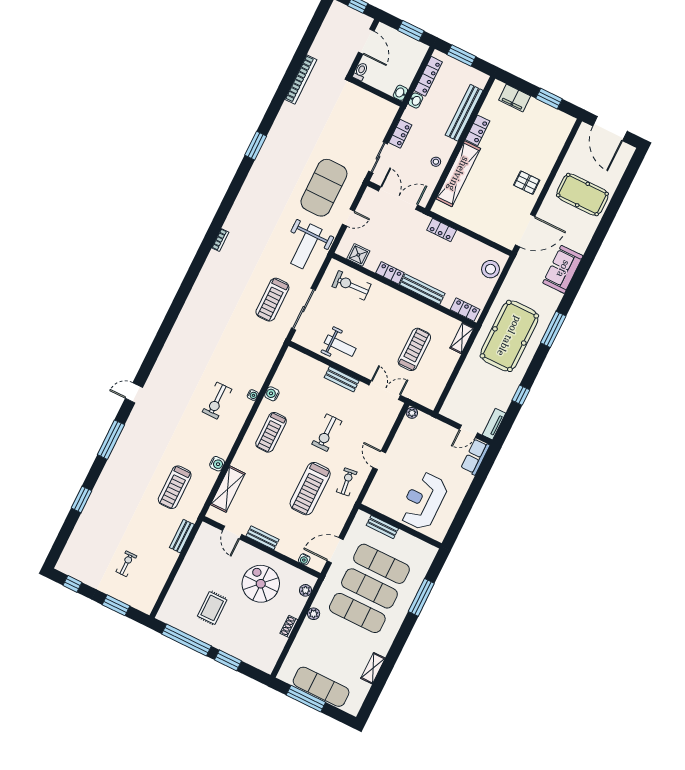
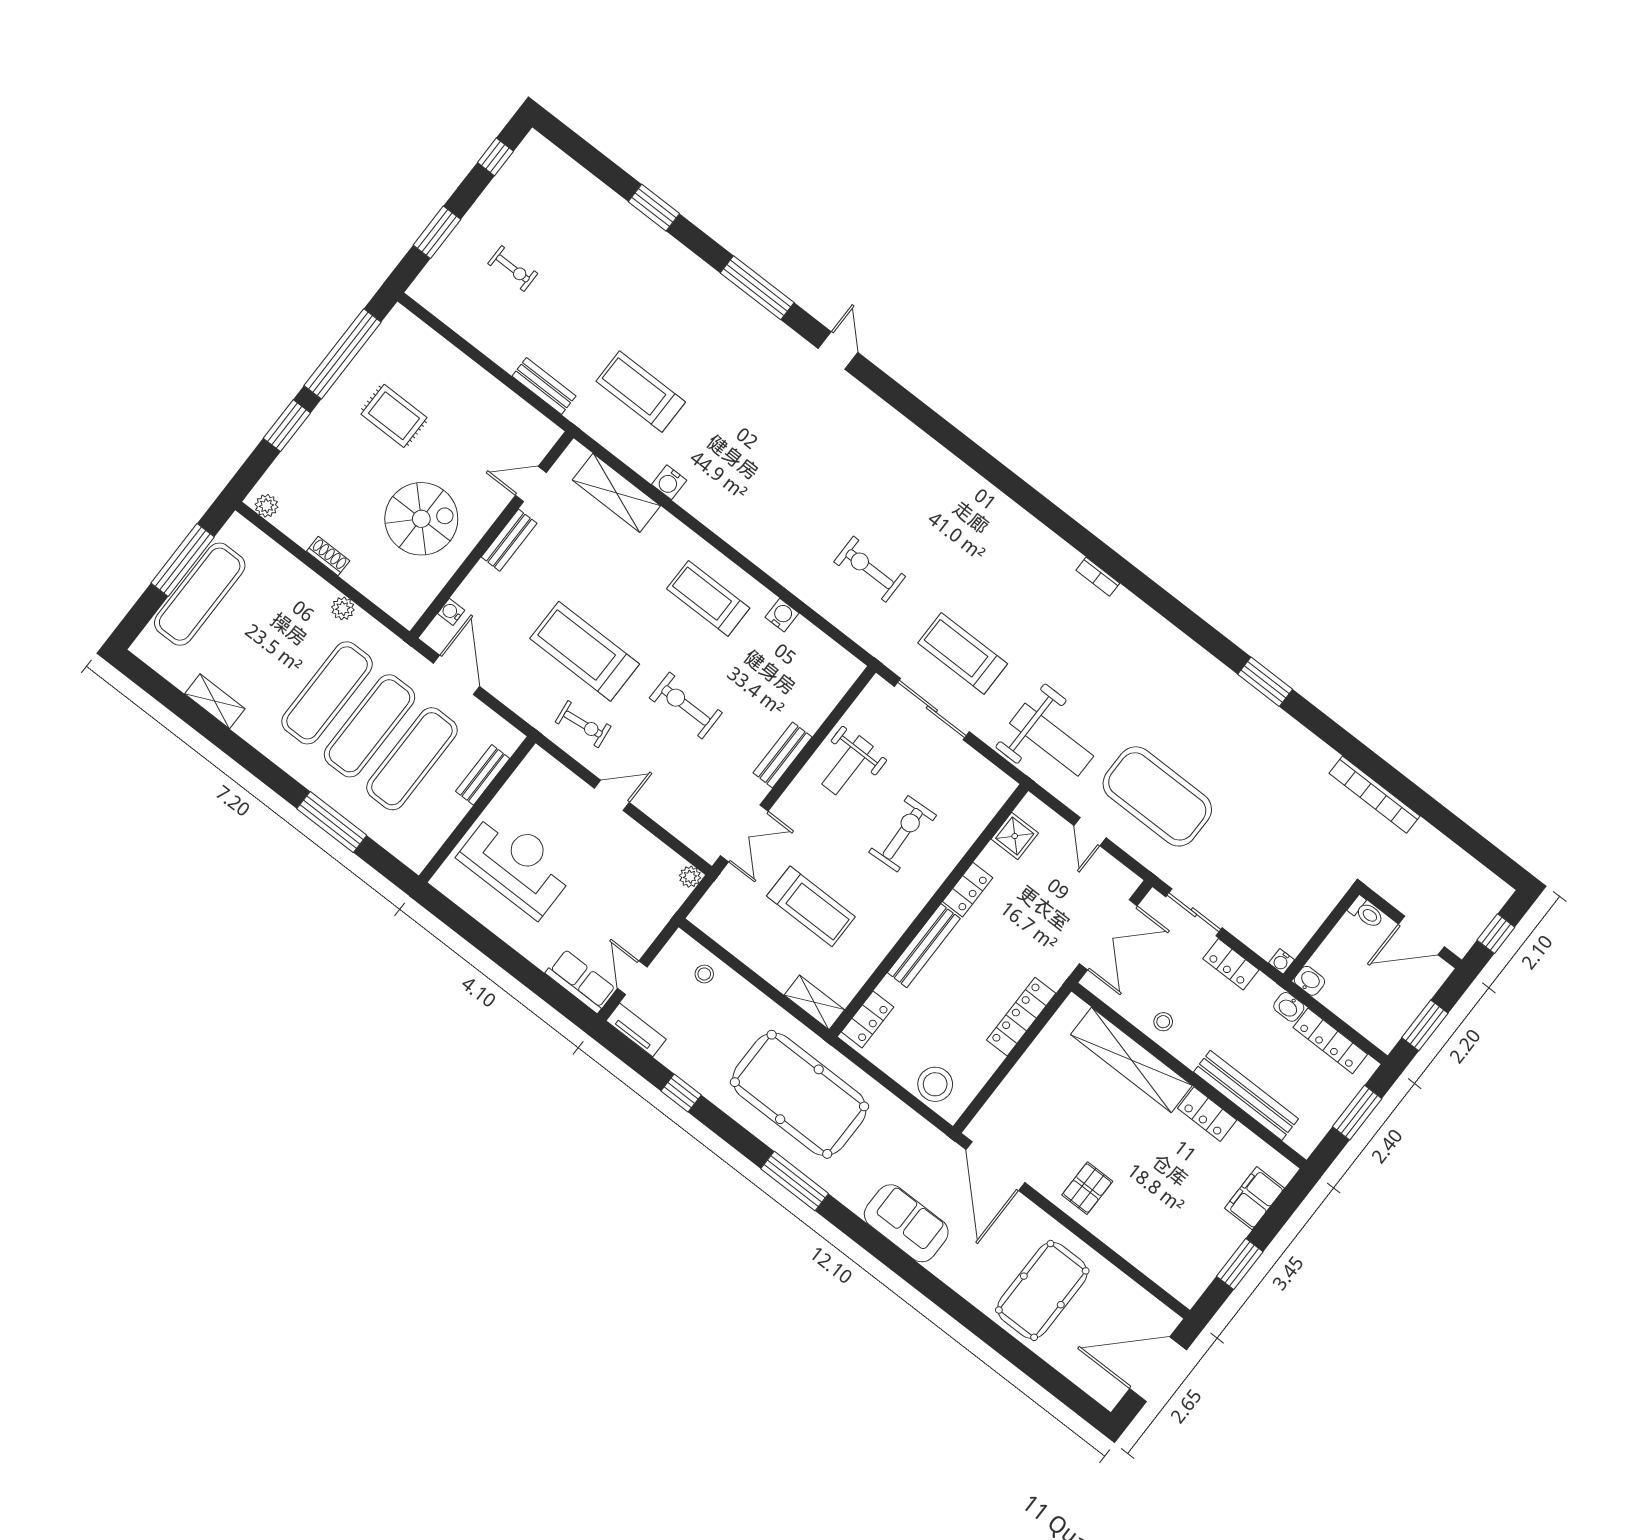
locker: (442, 230) -> (1021, 1017), width x1.53
weight bench: (306, 246) -> (1052, 740), turned 180
exercise bike: (351, 285) -> (903, 834), moved
water cooler: (253, 395) -> (1281, 961), moved
stool: (459, 396) -> (704, 974), added
exercise bike: (217, 401) -> (870, 569), moved
plant: (306, 590) -> (266, 506), moved

